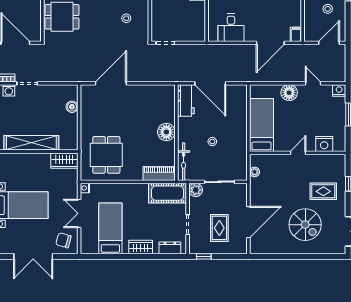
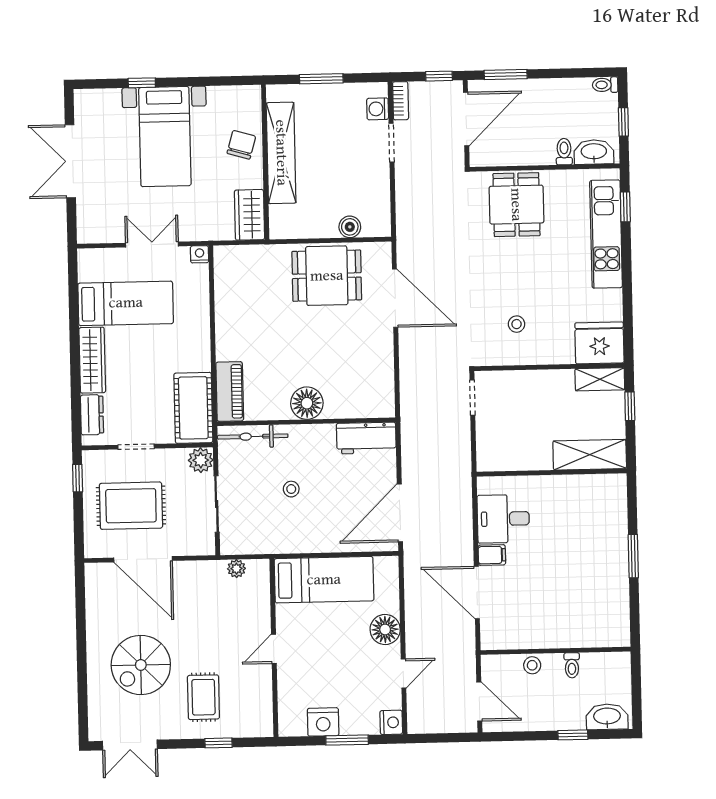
stool: (328, 9) -> (532, 665), moved
filing cabinet: (296, 34) -> (492, 555), moved
door: (210, 83) -> (400, 513), moved
nightstand: (324, 144) -> (323, 722), moved, turned -90
door: (298, 153) -> (274, 649), swing flipped
dining table: (106, 155) -> (327, 276), moved
rug: (219, 228) -> (131, 506), width x1.36, depth x1.43
chair: (63, 240) -> (241, 145), moved
wardrobe: (141, 247) -> (92, 360), width x1.50

